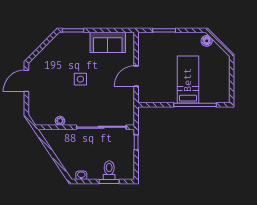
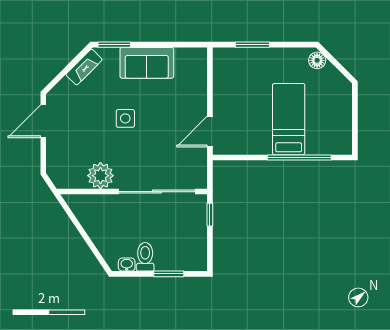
sofa: (108, 42) -> (147, 63), moved
fireplace: (53, 45) -> (84, 67), added
door: (136, 76) -> (210, 131), moved
plant: (60, 121) -> (100, 176), width x1.88, depth x1.88
toilet: (109, 170) -> (145, 257), moved

